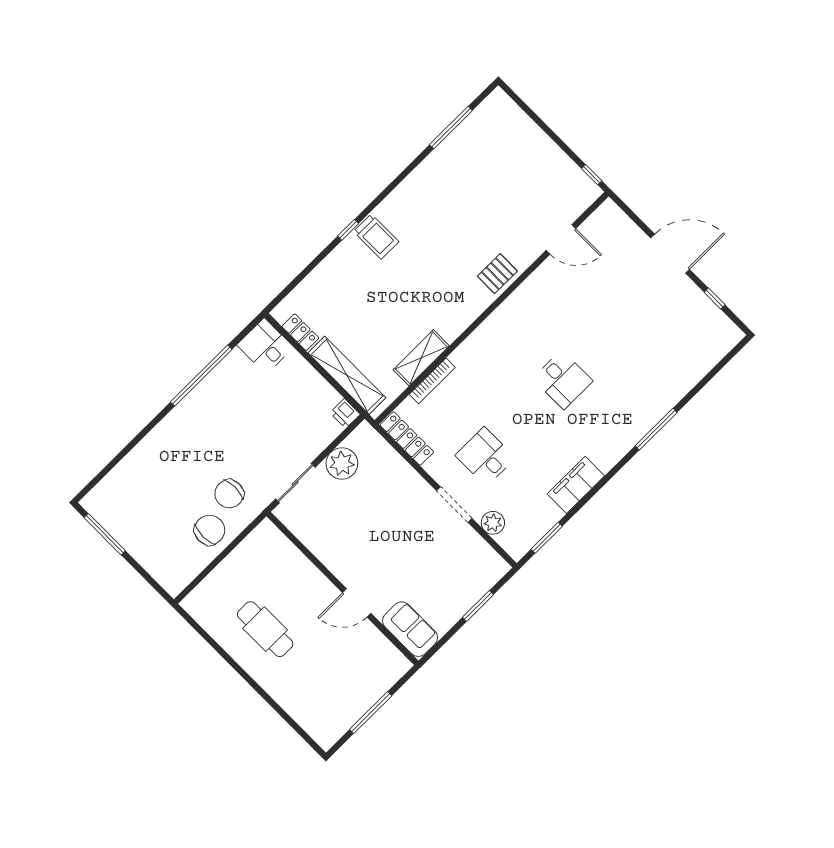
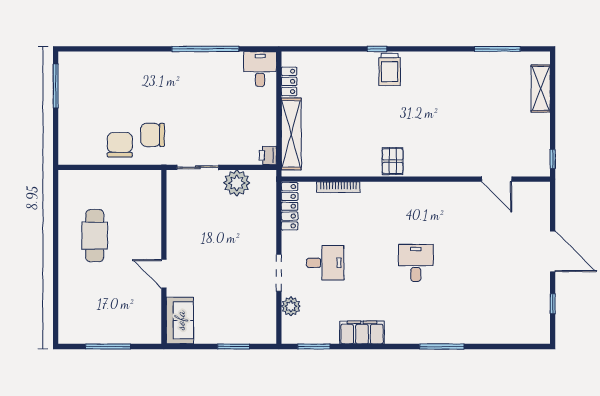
pallet: (497, 274) -> (393, 161), moved, turned 90
shelving: (421, 358) -> (541, 88), moved, turned 90
desk: (563, 380) -> (416, 263), turned 180
desk: (485, 457) -> (325, 263), turned 90
chair: (210, 530) -> (120, 145), turned -90

